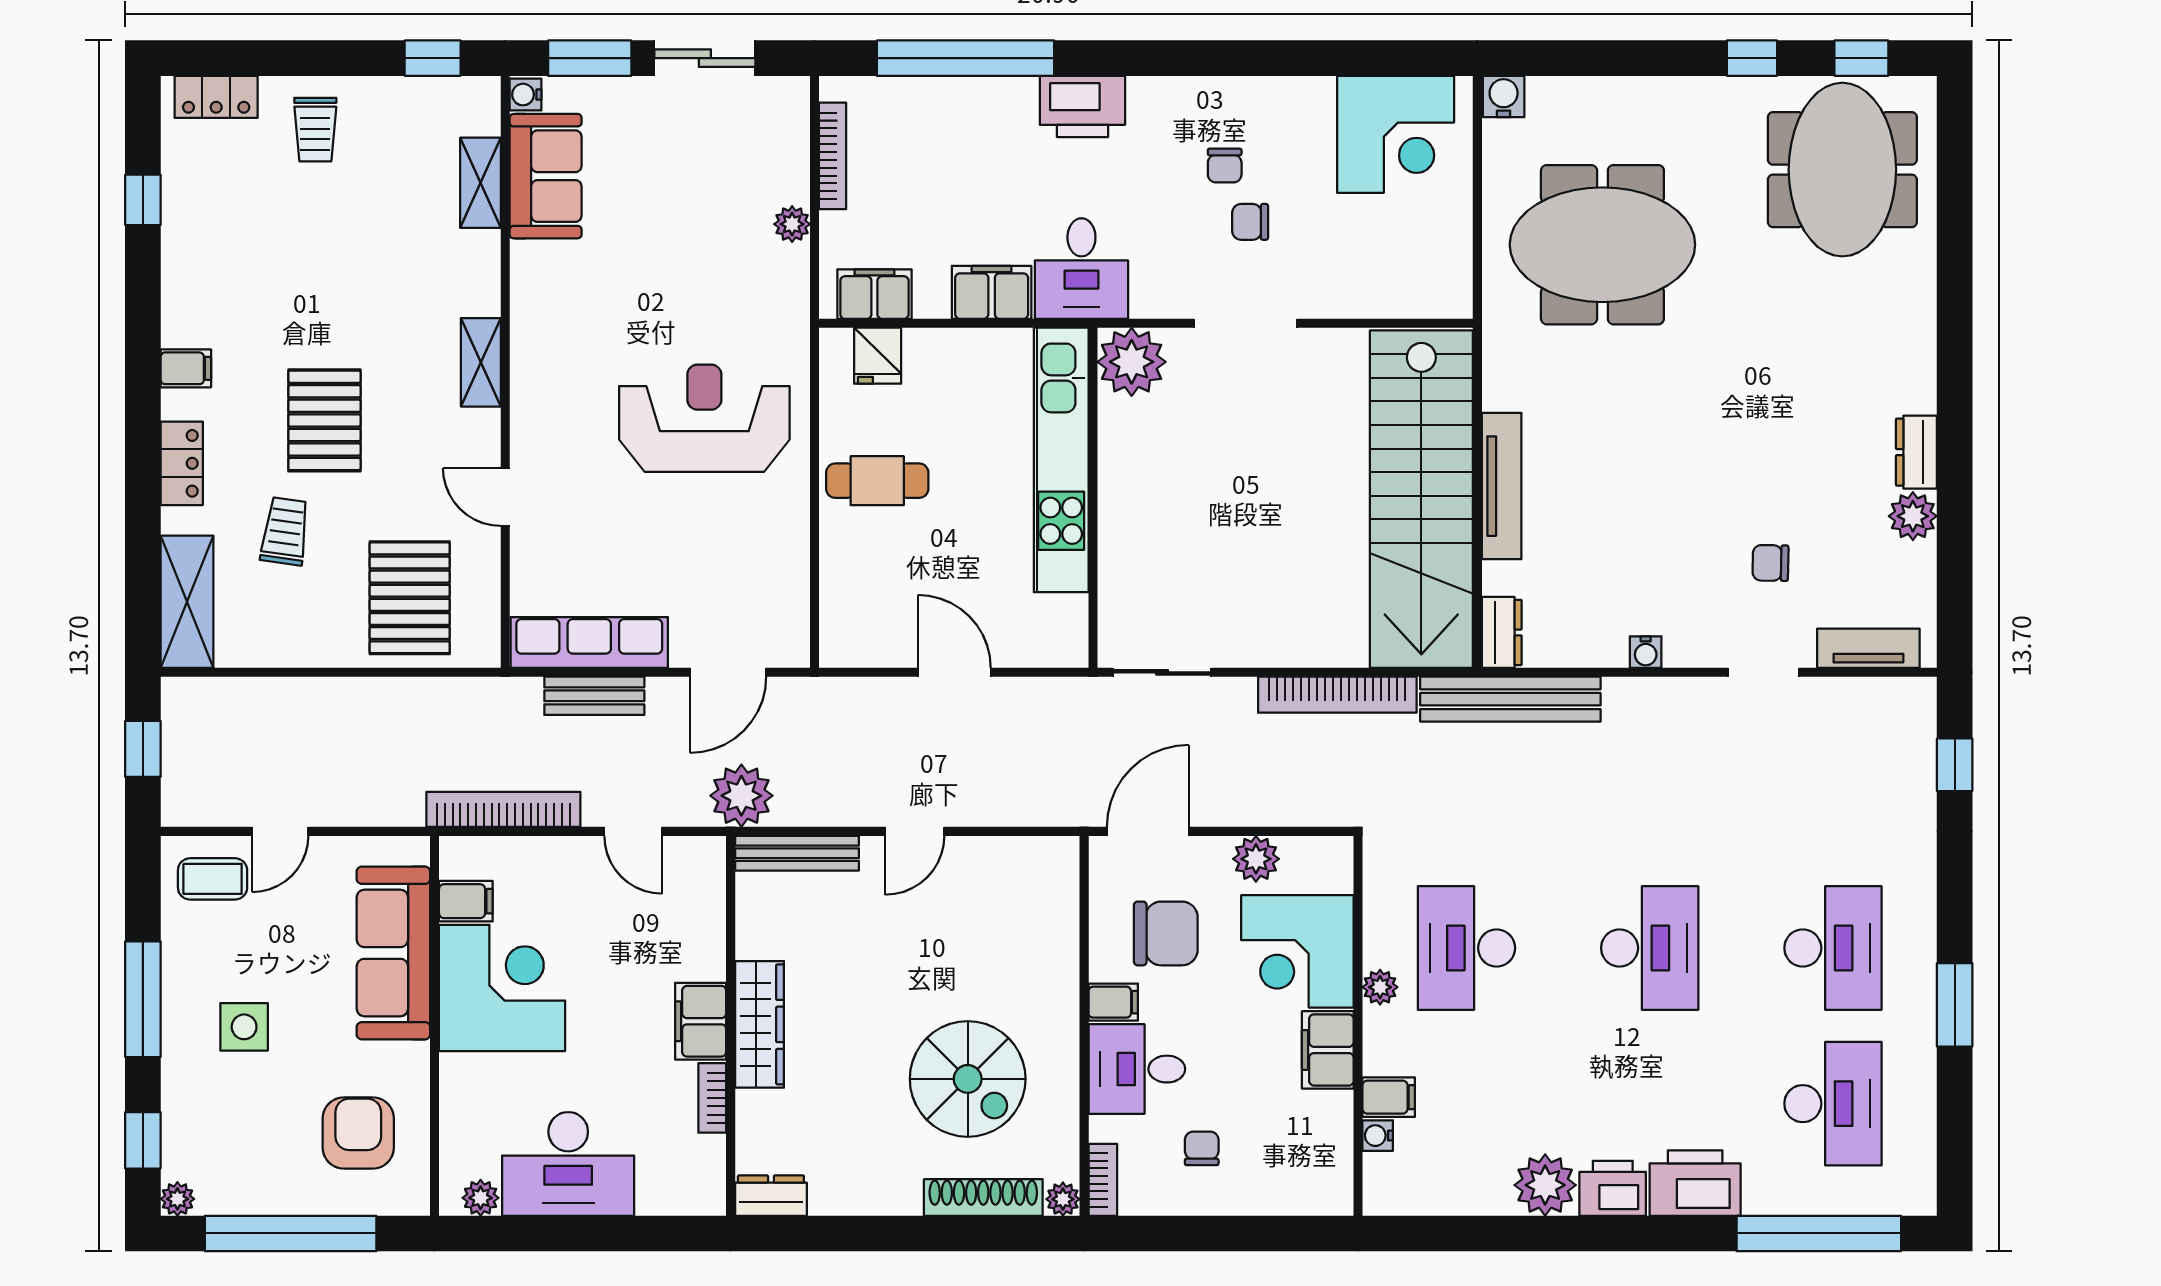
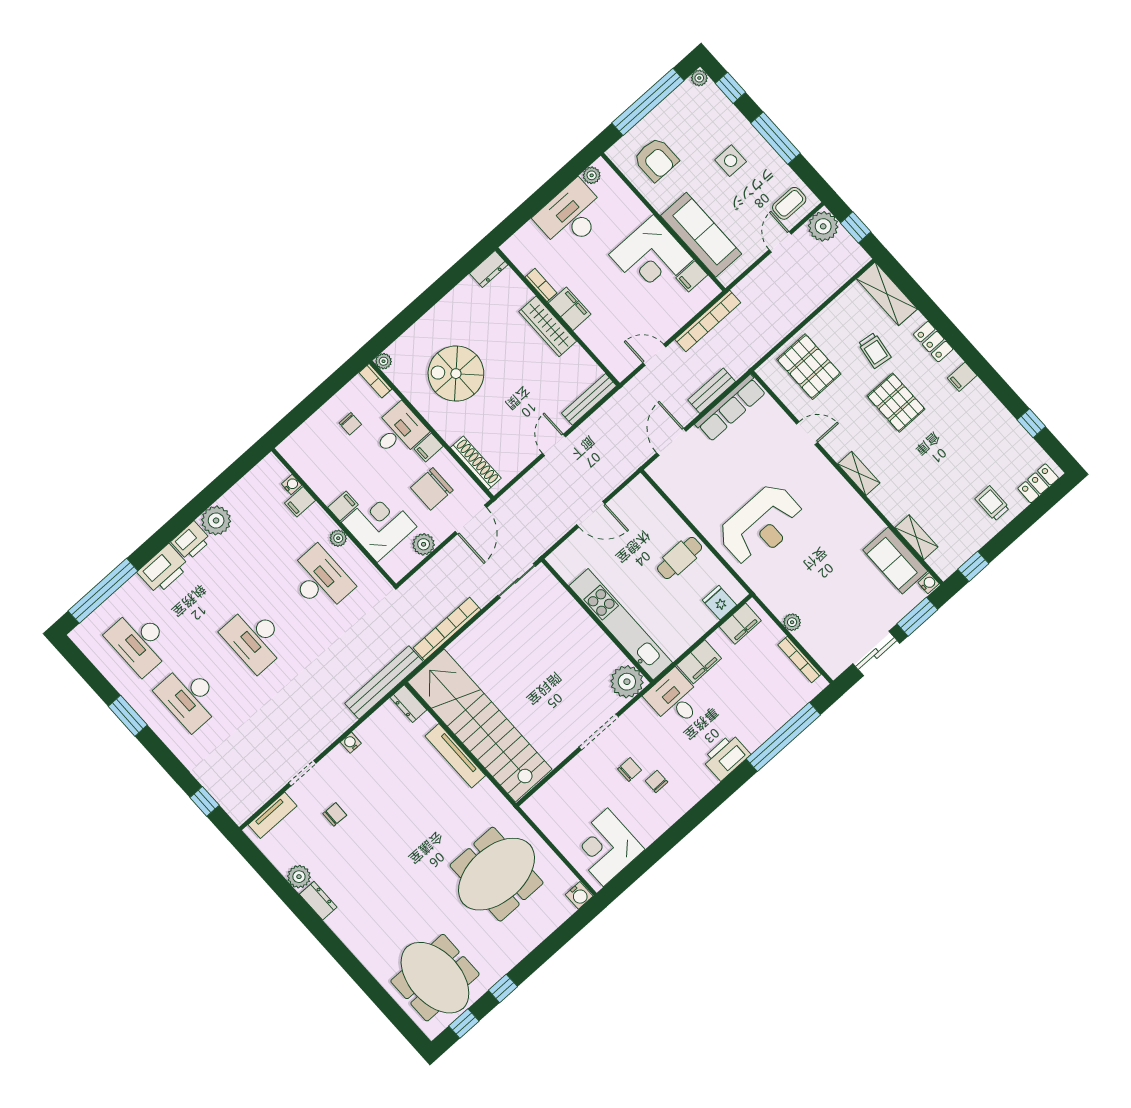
plant: (741, 796) -> (823, 226), moved
filing cabinet: (1328, 1050) -> (343, 506), width x0.50
shoe rack: (983, 1197) -> (476, 463), moved, turned -90

